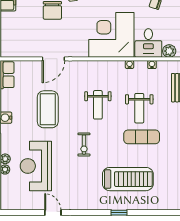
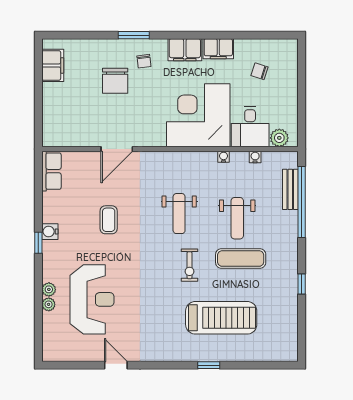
coffee table: (48, 109) -> (109, 220), width x0.54, depth x0.58
exercise bike: (84, 145) -> (189, 265), moved
reception desk: (36, 166) -> (92, 299), turned 180

